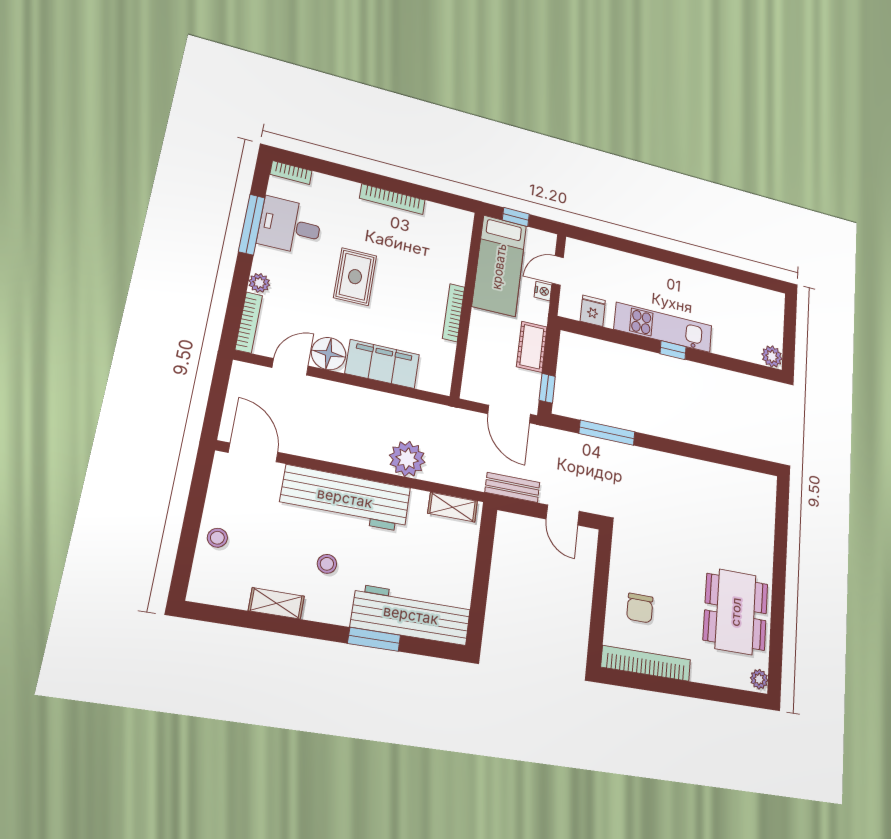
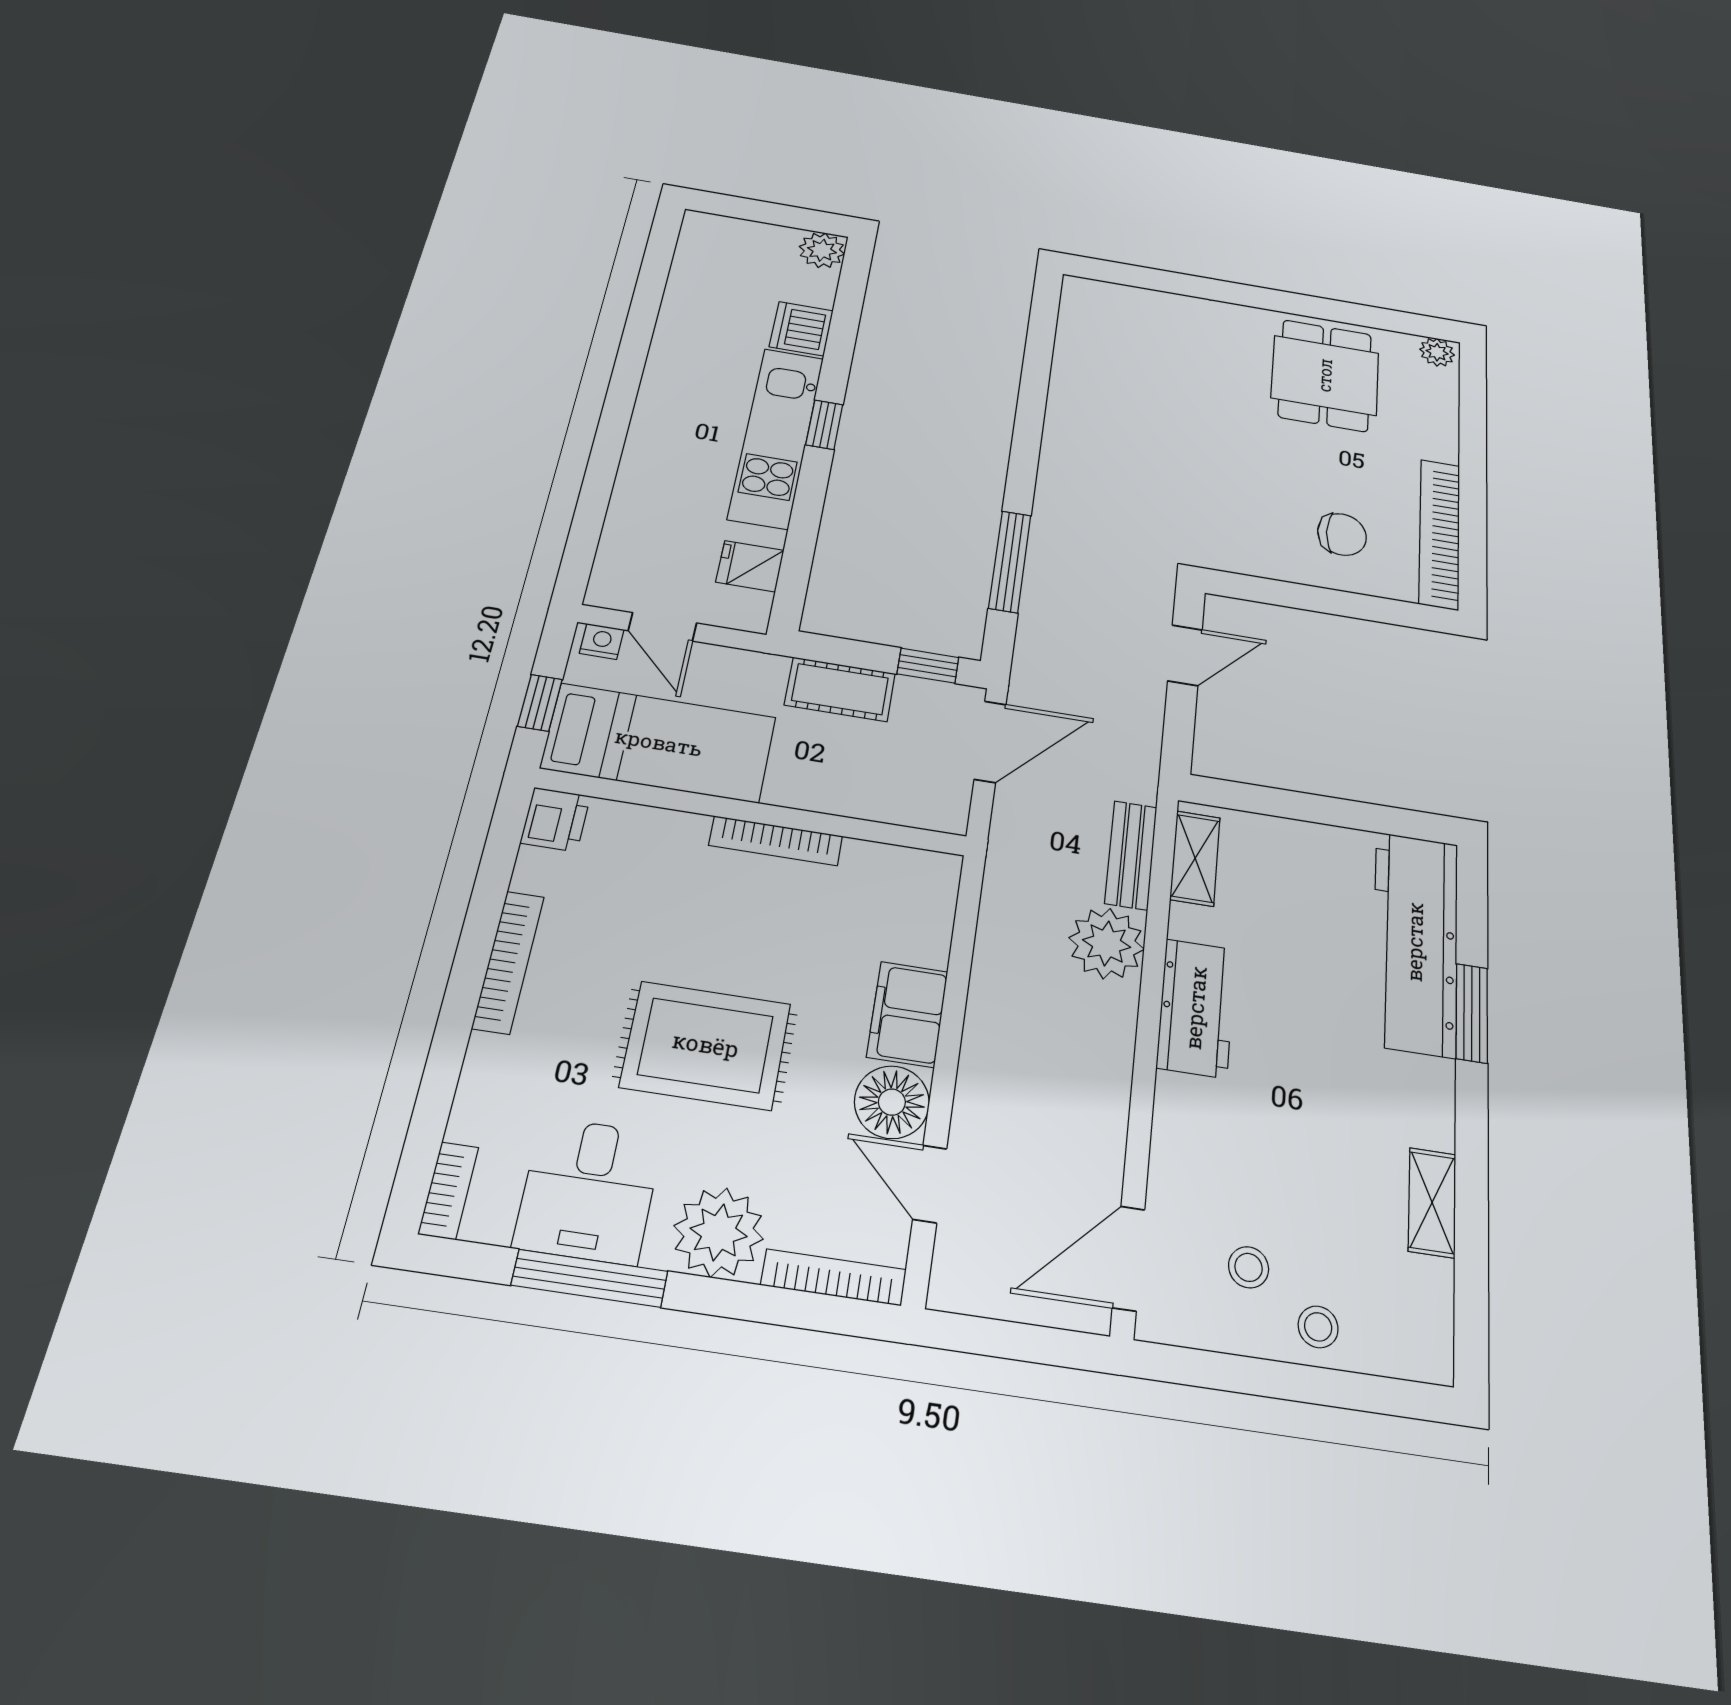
printer: (460, 221) -> (555, 819), added
rug: (355, 277) -> (706, 1045), width x1.36, depth x1.43
plant: (259, 283) -> (719, 1232), width x1.88, depth x1.88
nightstand: (543, 291) -> (602, 641), moved
dishwasher: (725, 343) -> (801, 329), added
filing cabinet: (382, 364) -> (907, 1014), width x0.67, depth x0.86
bench: (512, 487) -> (1131, 855), moved
workbench: (345, 498) -> (1196, 1008), width x0.53, depth x0.76
stool: (327, 564) -> (1249, 1267), moved
dining table: (736, 612) -> (1325, 375), width x0.73

